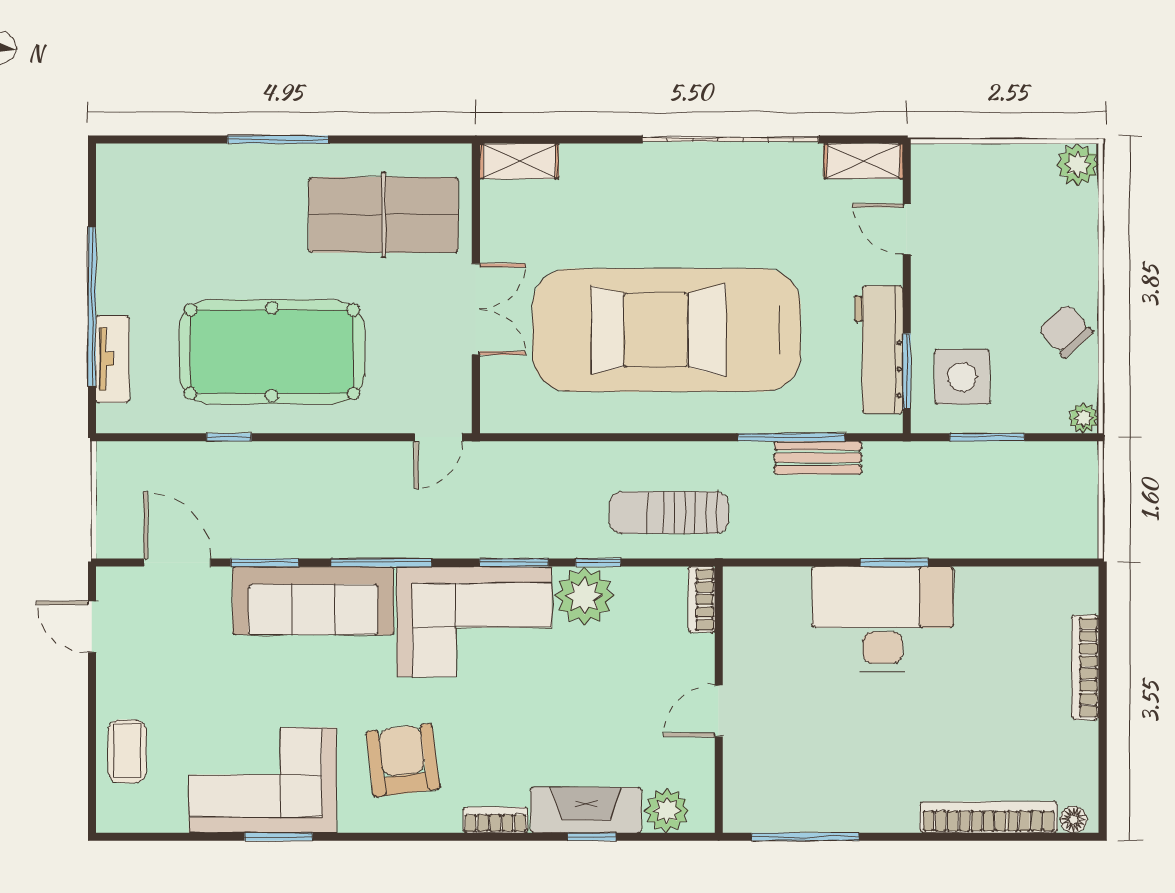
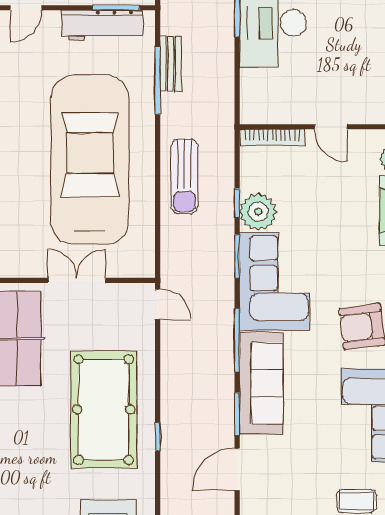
car: (667, 330) -> (90, 160), turned 180
sun lounger: (669, 513) -> (184, 176), moved
bookcase: (702, 599) -> (272, 138), width x1.56

